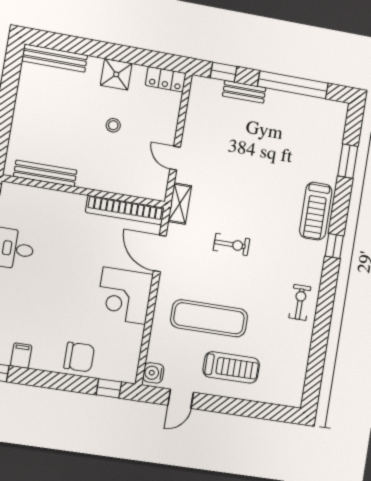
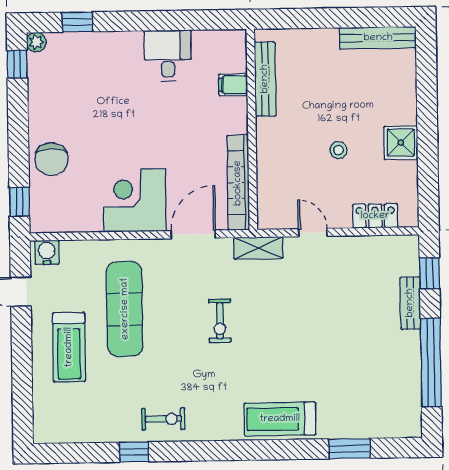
bench: (55, 58) -> (378, 38), moved, turned 90
locker: (166, 79) -> (375, 216), moved, turned 90
door: (175, 158) -> (313, 233), hinge flipped
window: (334, 246) -> (134, 452), moved
filing cabinet: (21, 356) -> (233, 85), moved, turned 180

